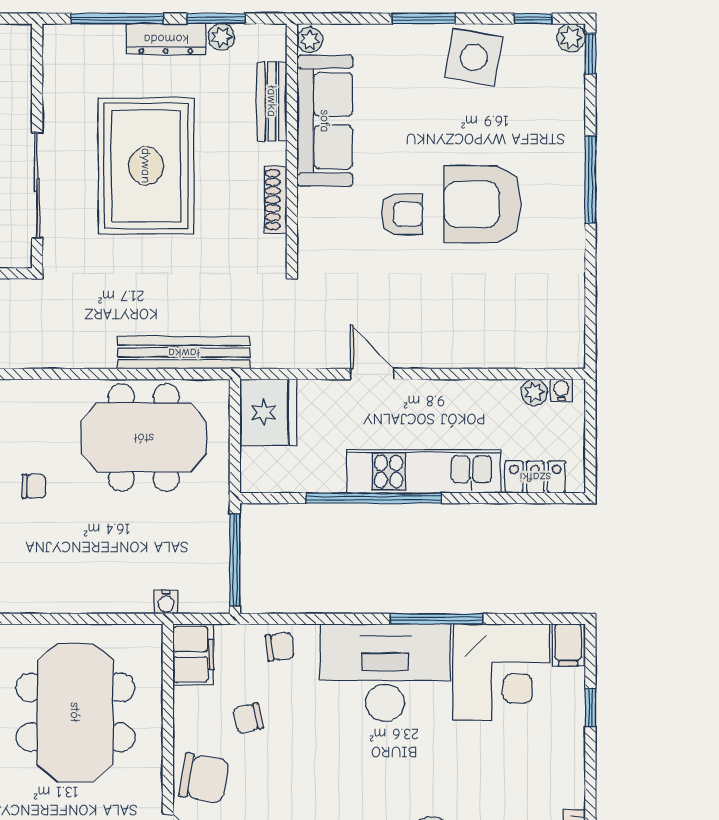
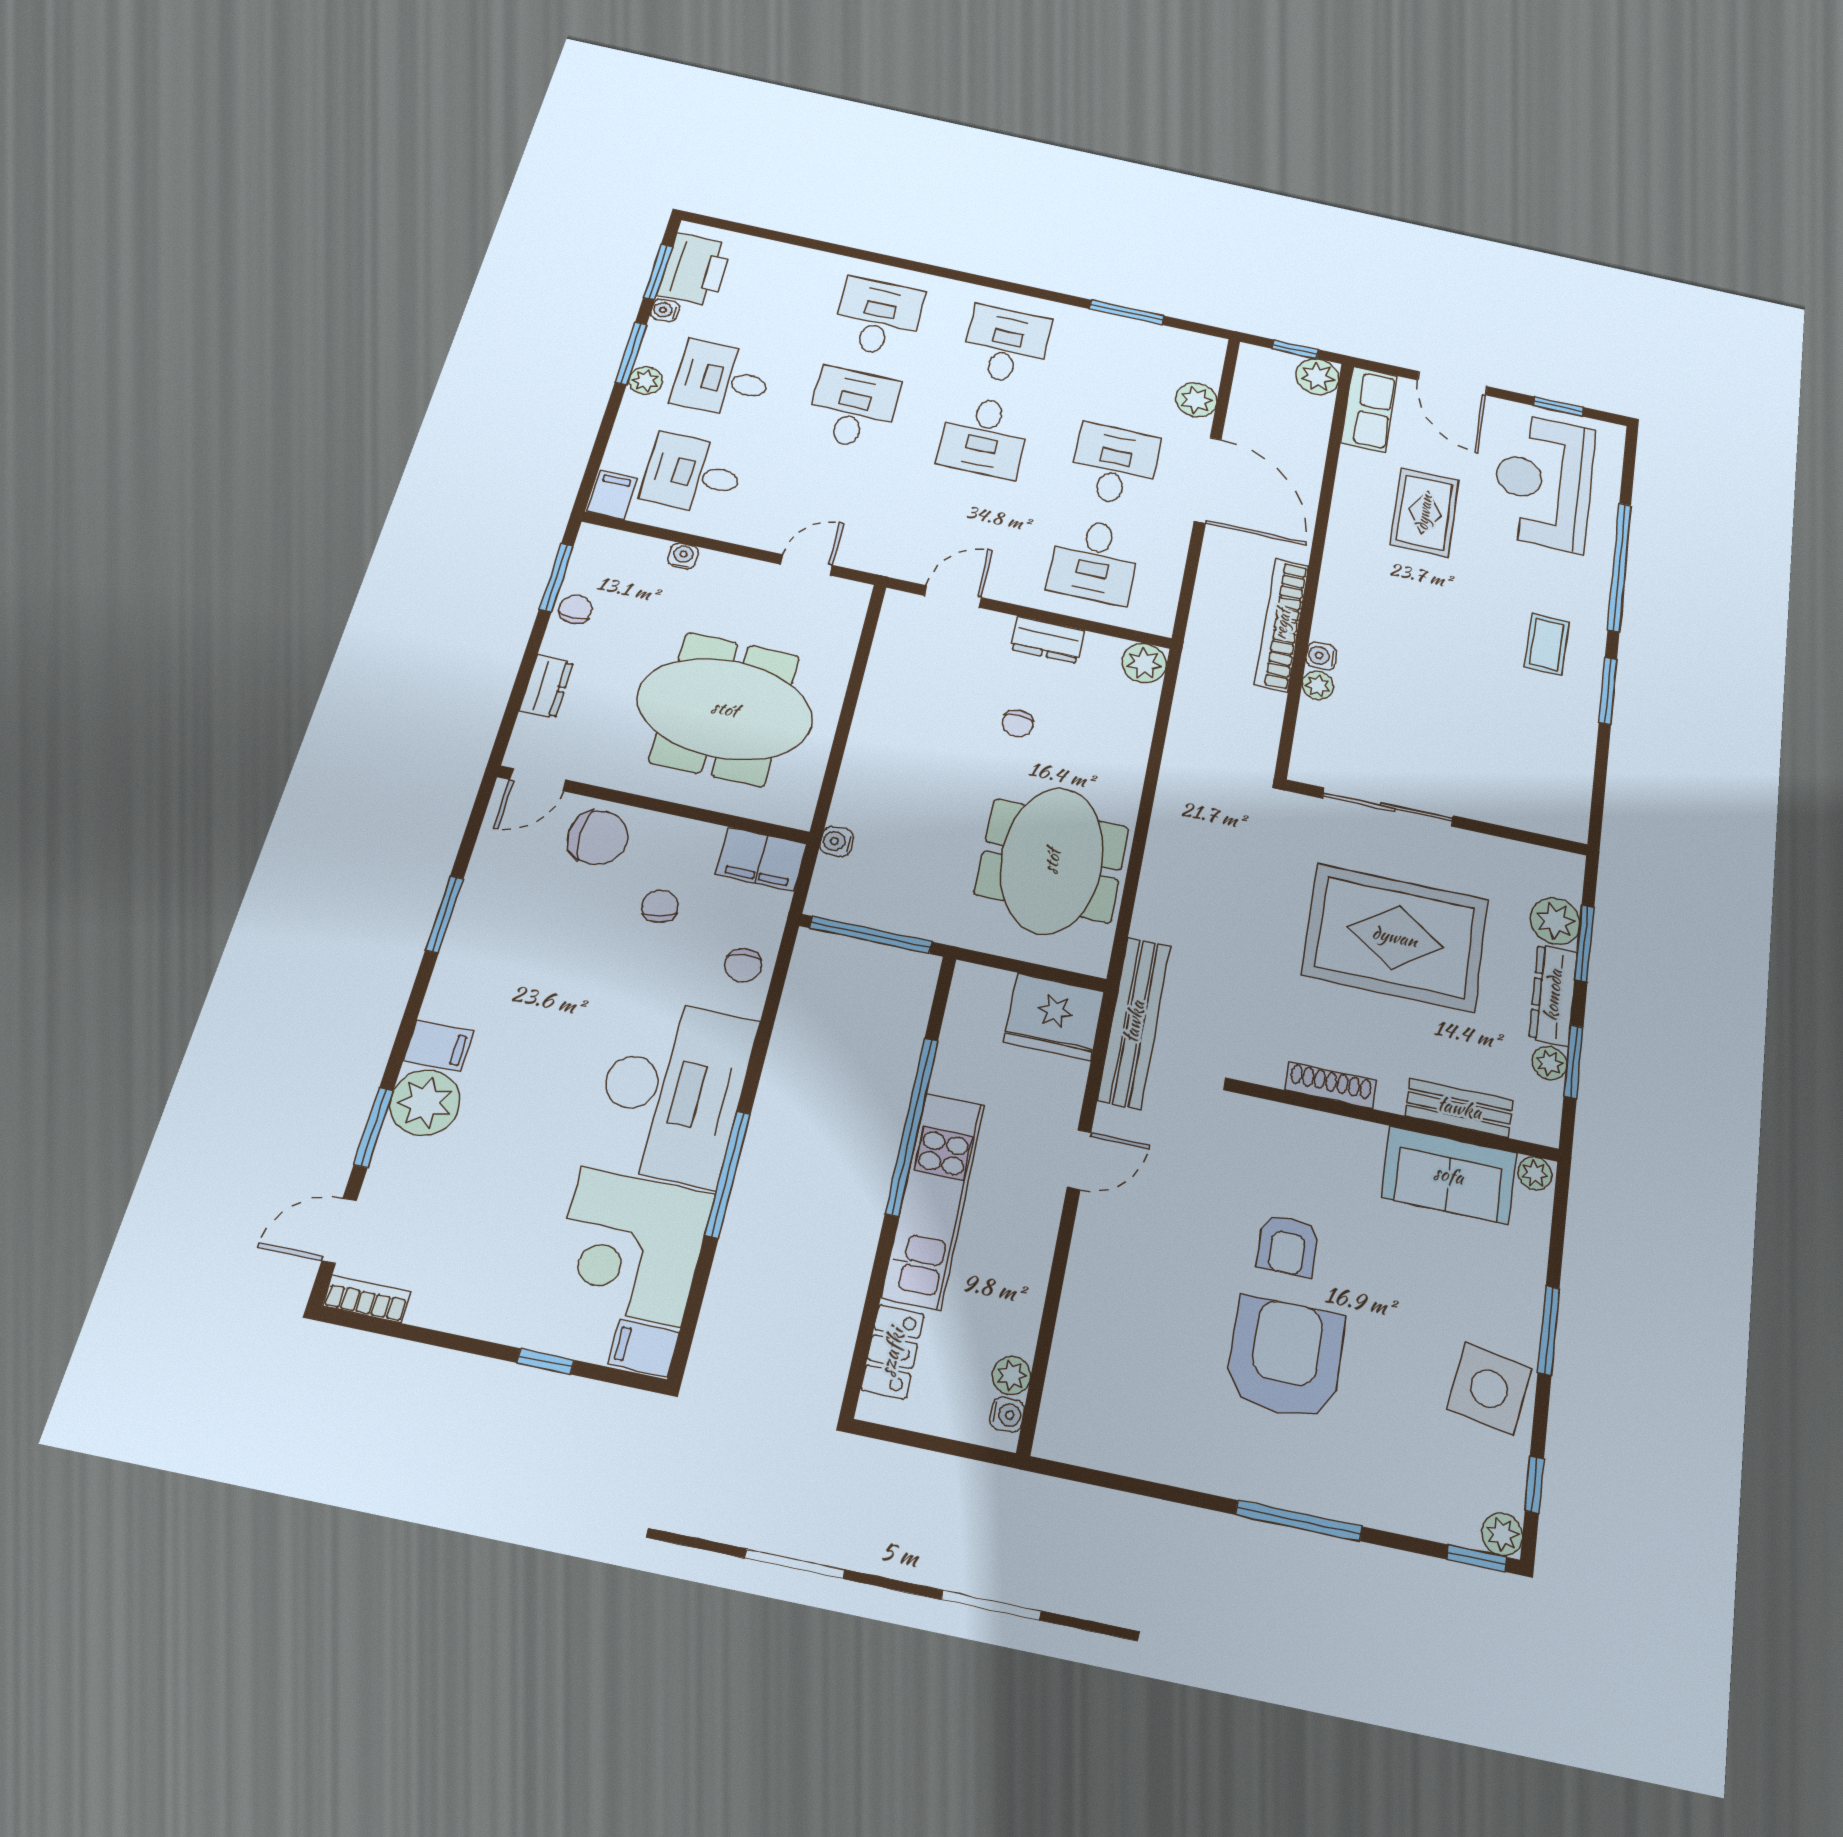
window: (117, 19) -> (1585, 943), width x0.69
plant: (104, 43) -> (1555, 921), added
sofa: (325, 121) -> (1449, 1175), width x0.73
bench: (184, 353) -> (1134, 1022), moved
chair: (204, 778) -> (598, 837), turned -100

